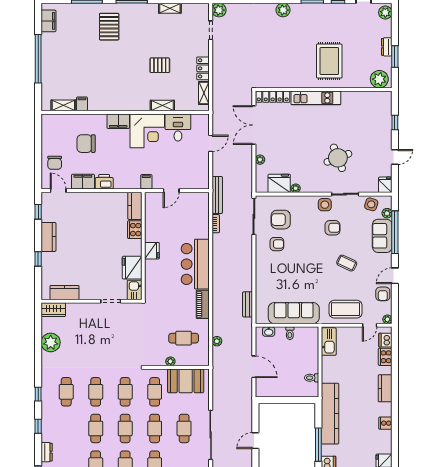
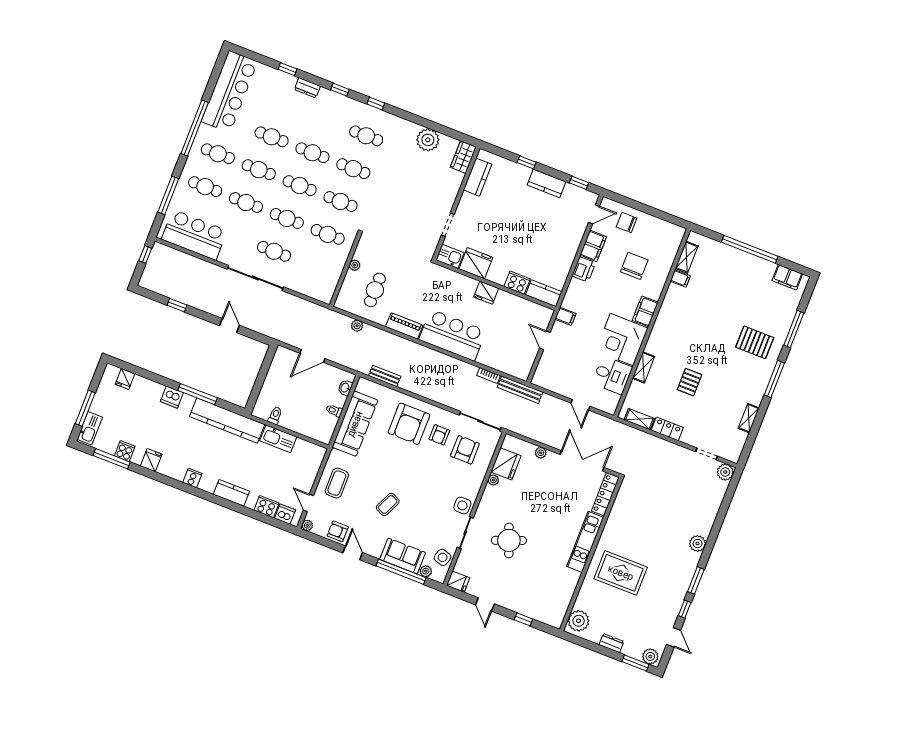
window: (395, 57) -> (635, 663), moved
armchair: (332, 228) -> (409, 424), moved, width x1.88, depth x1.88
coffee table: (345, 309) -> (337, 483), width x0.73, depth x0.76
kitchen sink: (329, 342) -> (278, 439), moved
booth: (186, 381) -> (326, 274), removed

